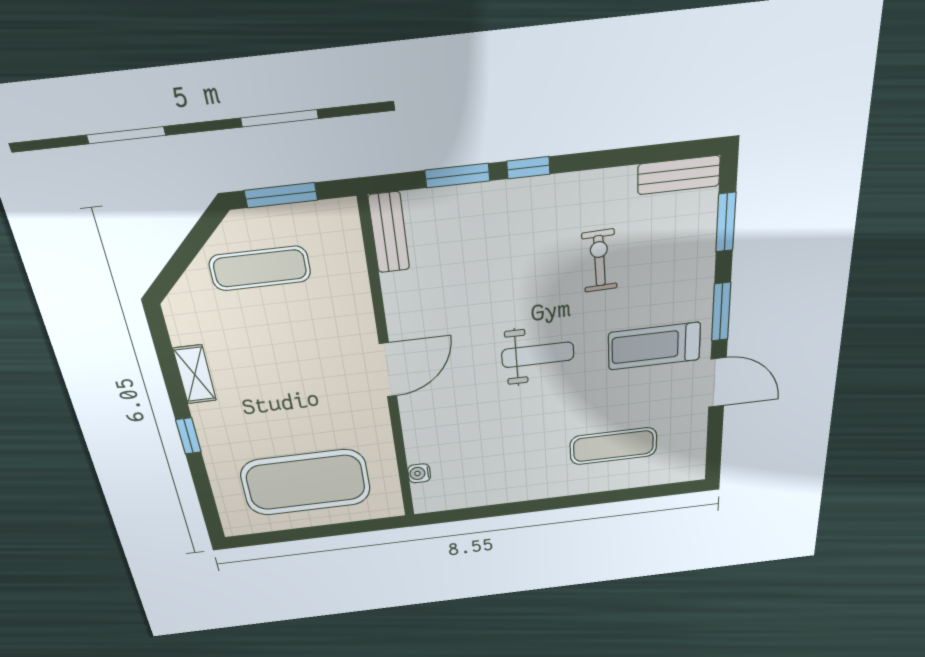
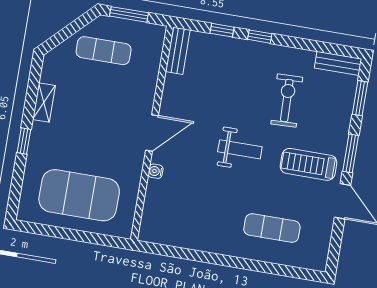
window: (457, 176) -> (222, 30), width x0.67
exercise bike: (599, 261) -> (287, 101), width x1.38, depth x1.39
water cooler: (419, 473) -> (156, 171), moved

